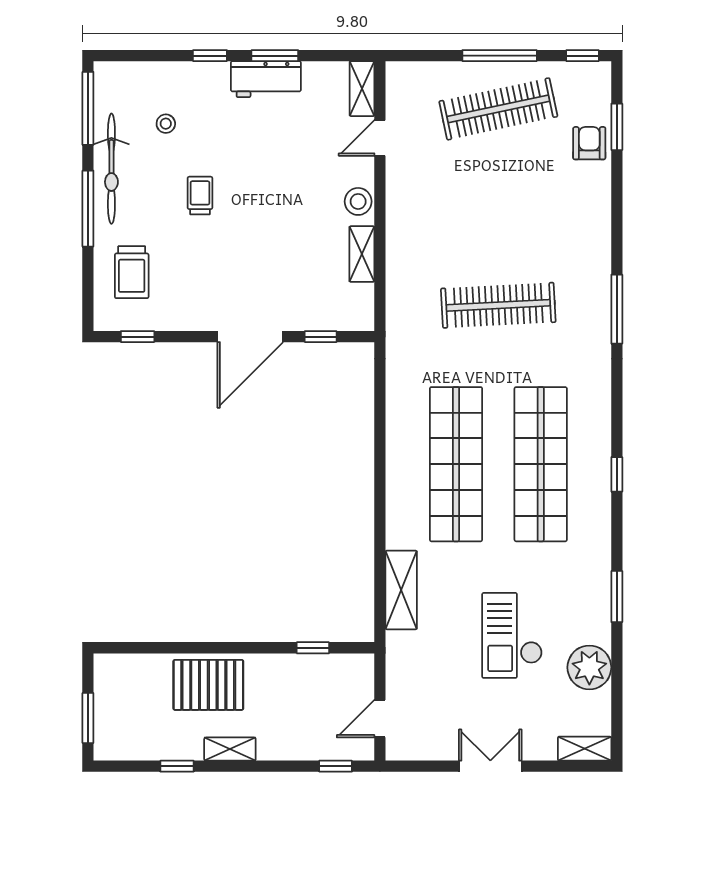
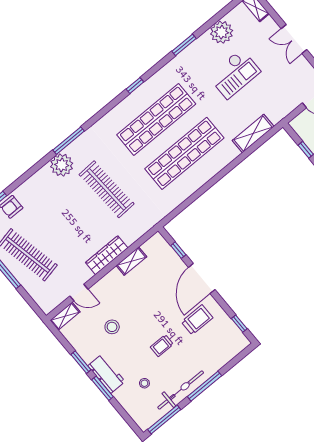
window: (210, 56) -> (102, 388), width x1.50
workbench: (266, 79) -> (106, 374), moved
stool: (358, 201) -> (112, 327), moved
wardrobe: (401, 225) -> (107, 255), added
plant: (589, 269) -> (62, 165), added
trolley: (132, 272) -> (197, 320), moved
door: (250, 337) -> (202, 278), swing flipped

